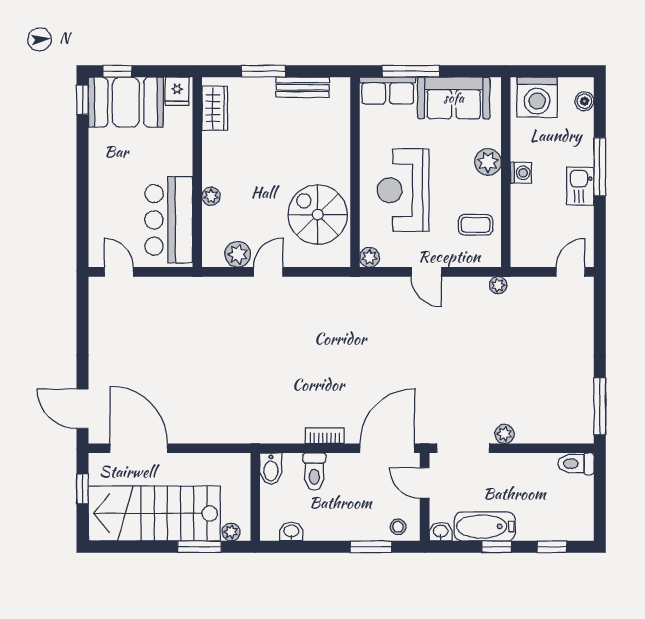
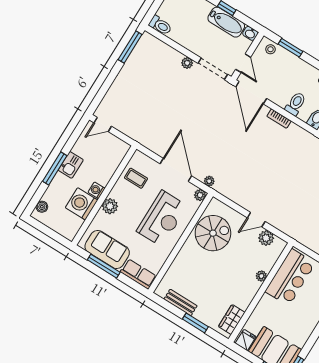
window: (411, 71) -> (104, 266), moved
washing machine: (537, 97) -> (82, 204), moved, turned -90
spiral stairs: (318, 215) -> (213, 233), turned -90
door: (426, 272) -> (176, 170), width x1.87
plant: (498, 285) -> (209, 181), moved
door: (387, 448) -> (251, 93), hinge flipped

